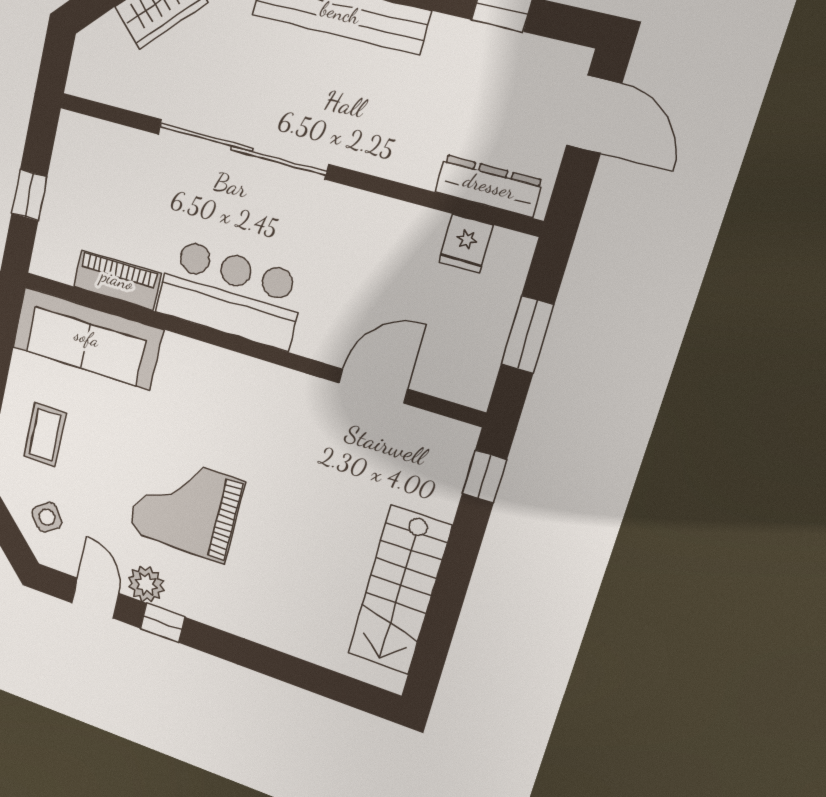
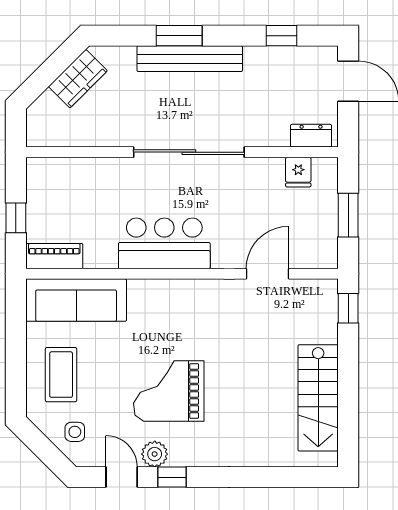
sliding door: (242, 149) -> (189, 152), moved
dresser: (489, 186) -> (311, 136), width x0.70
piano: (117, 280) -> (54, 256), moved
coffee table: (45, 435) -> (61, 375), width x1.36, depth x1.30
side table: (47, 517) -> (75, 432), turned 35

